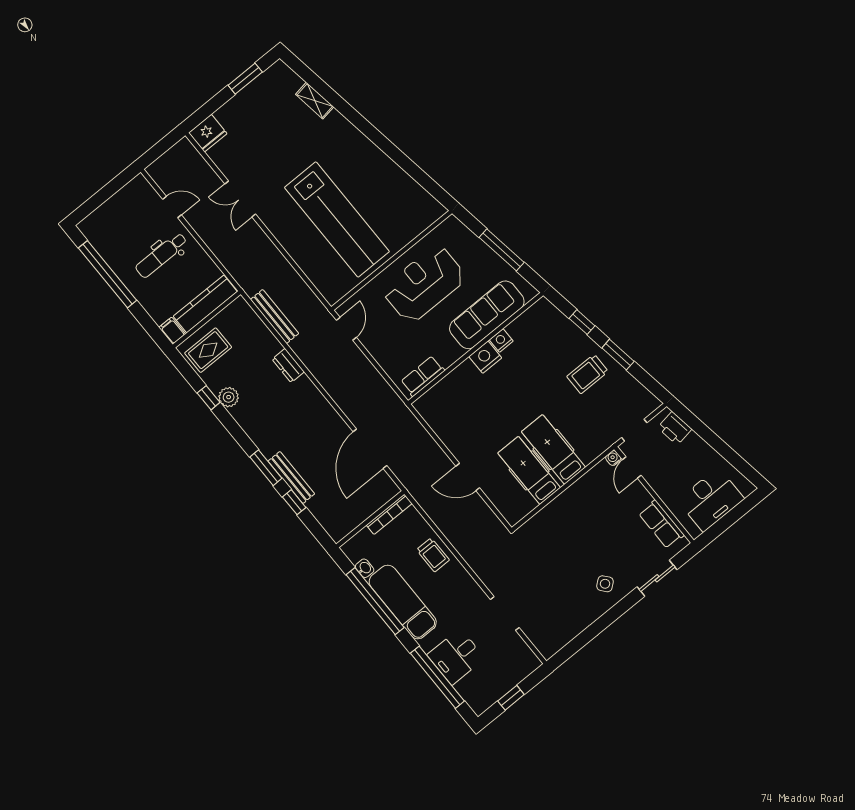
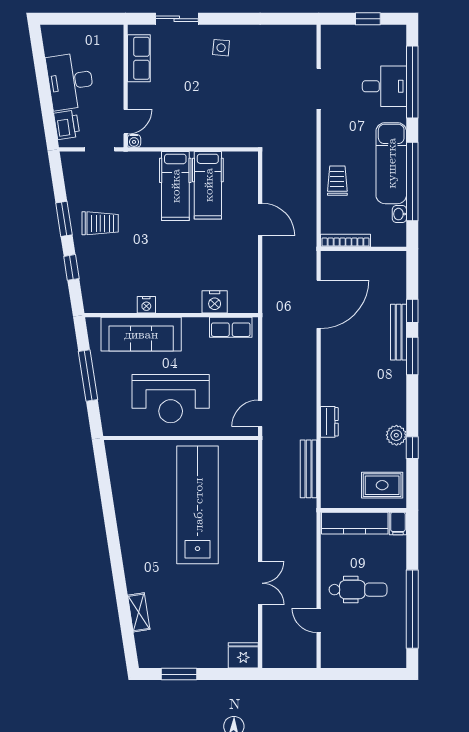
nightstand: (485, 357) -> (215, 302), moved
desk: (711, 500) -> (70, 81), moved, turned -99
side table: (605, 584) -> (221, 48), turned 45

